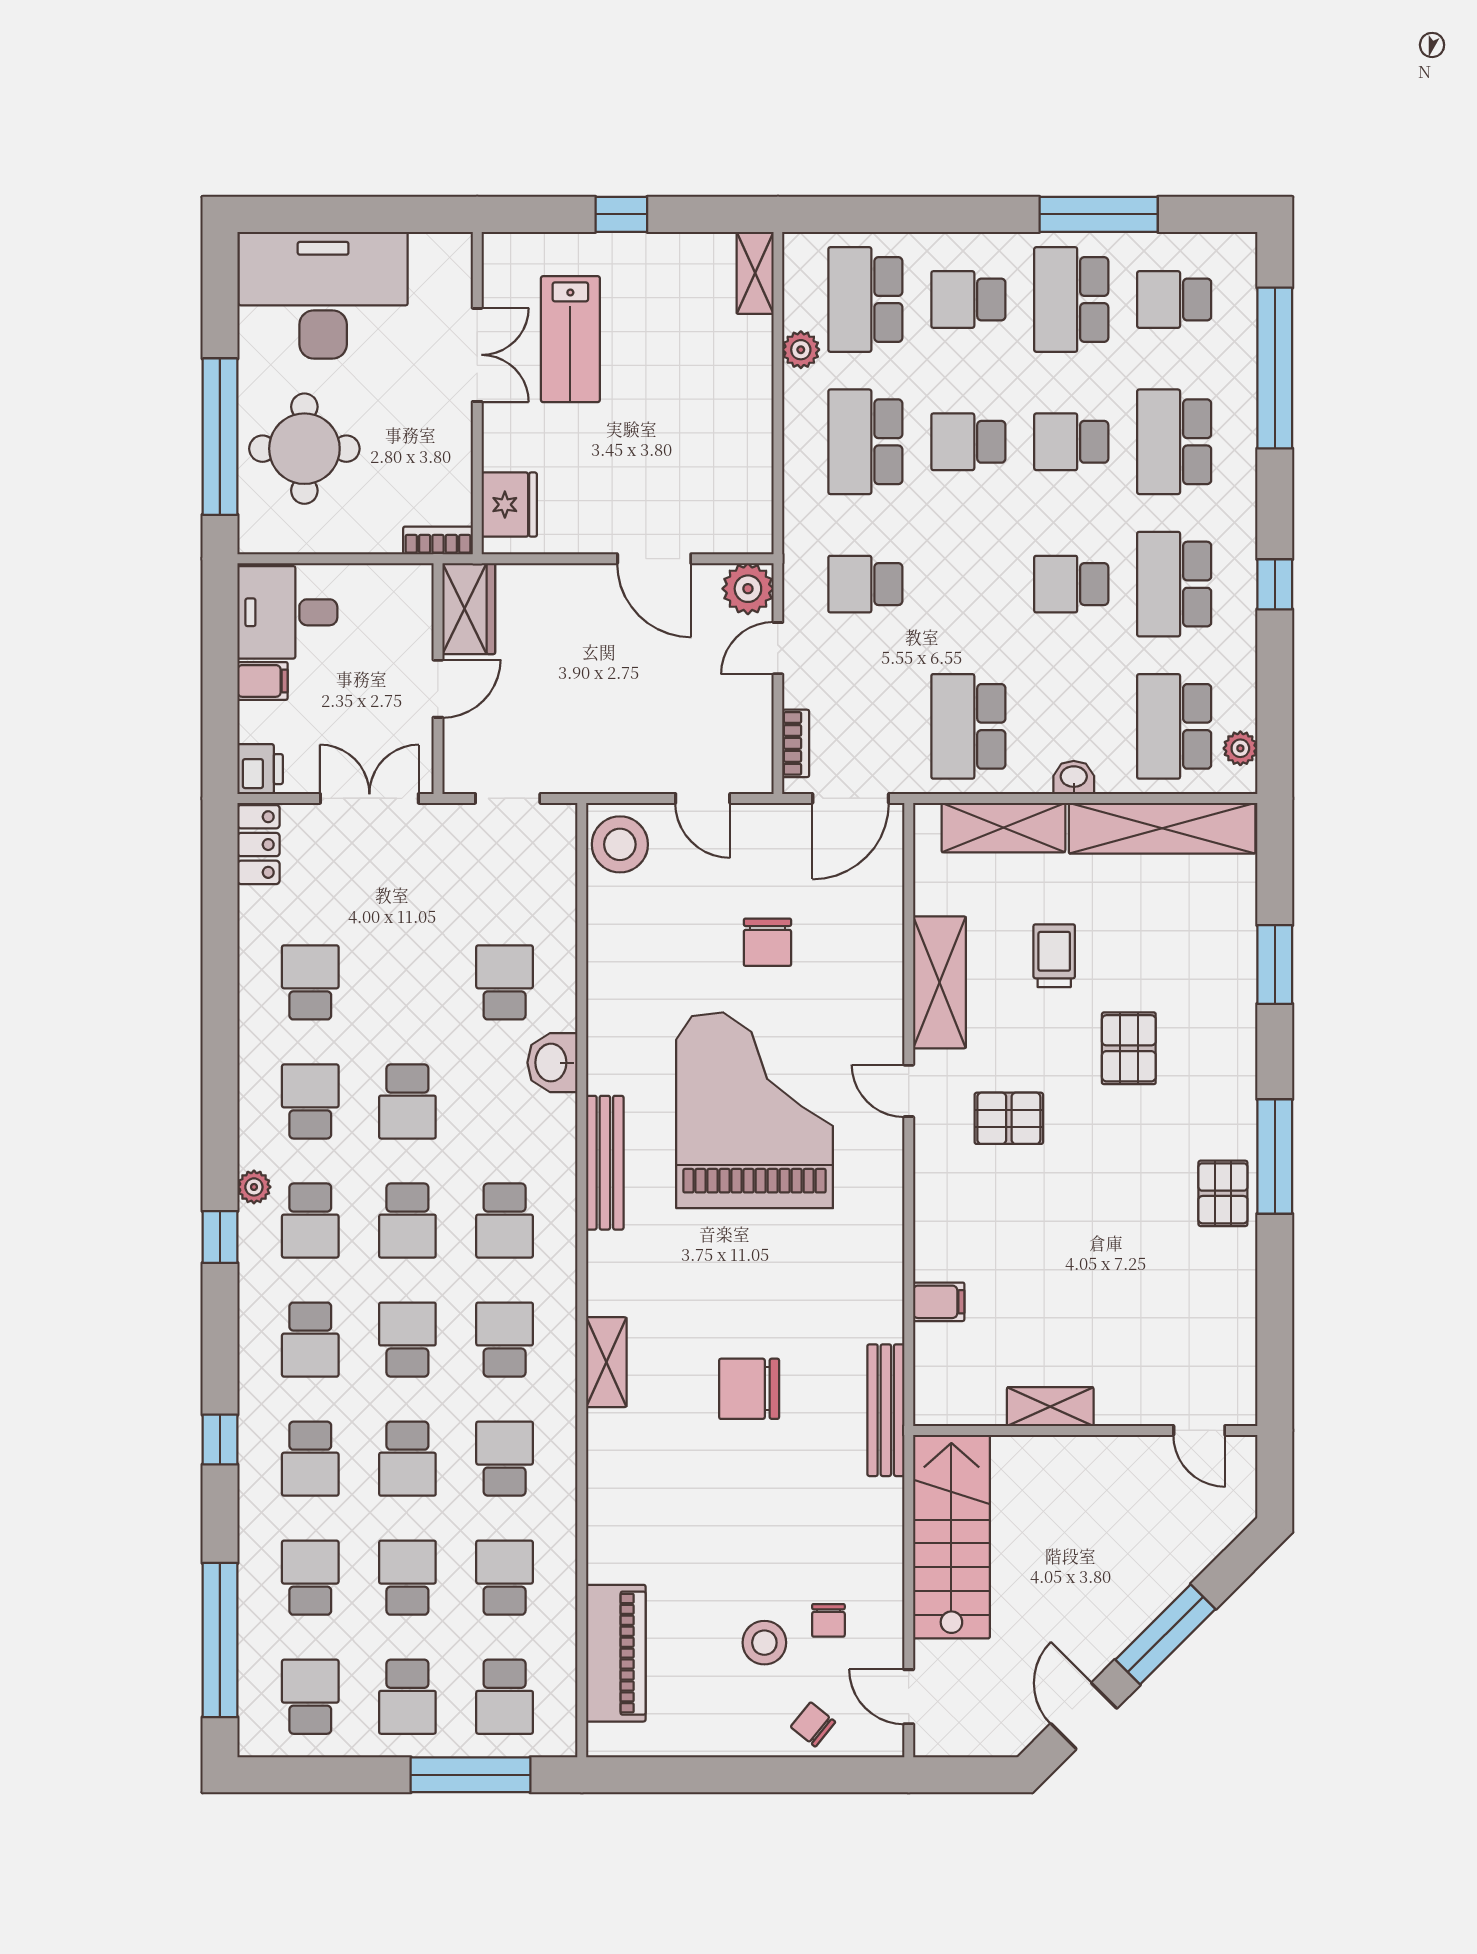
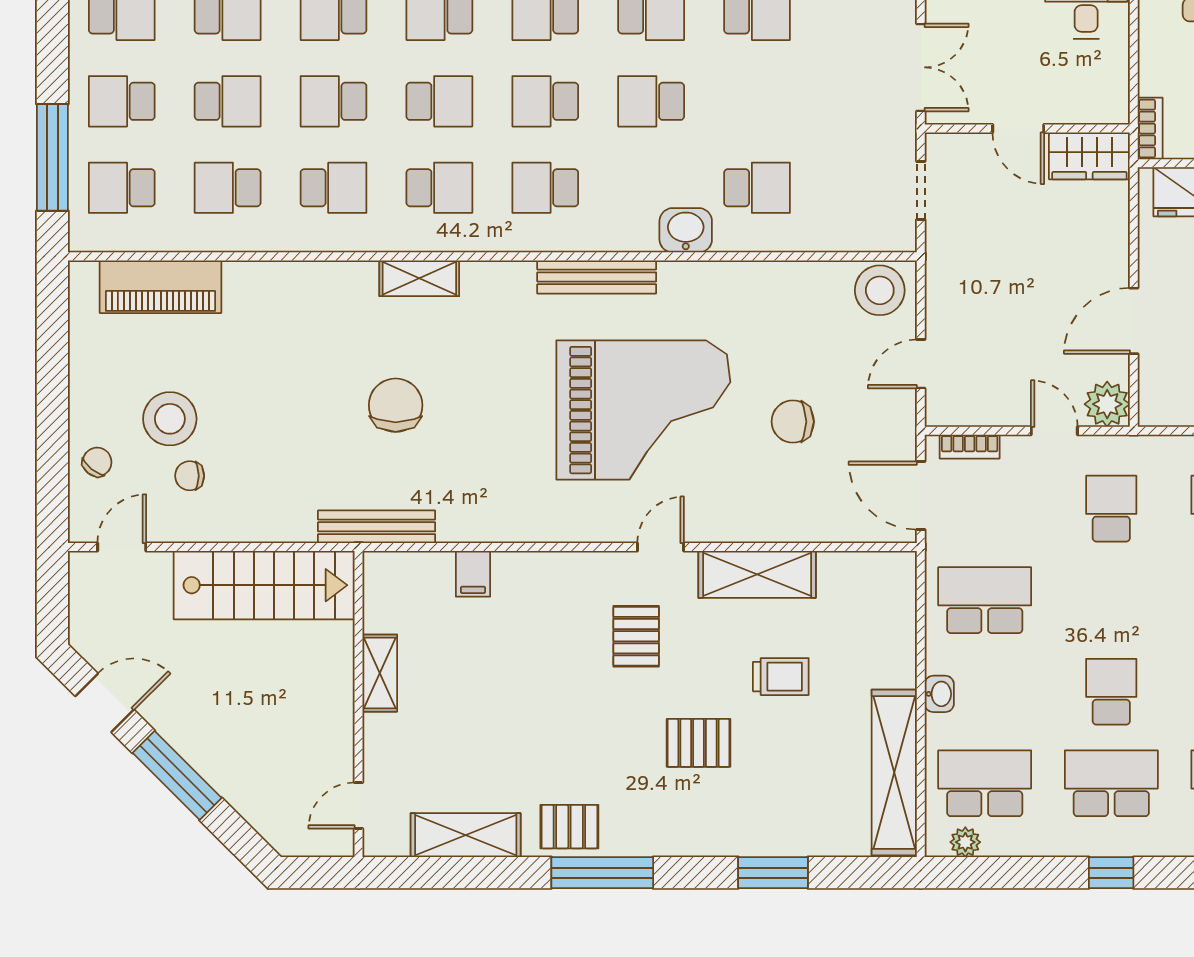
shelving: (1003, 828) -> (466, 835), moved, turned 90
school desk: (505, 1578) -> (228, 188), turned 180
stool: (764, 1643) -> (170, 419), width x1.38, depth x1.38

